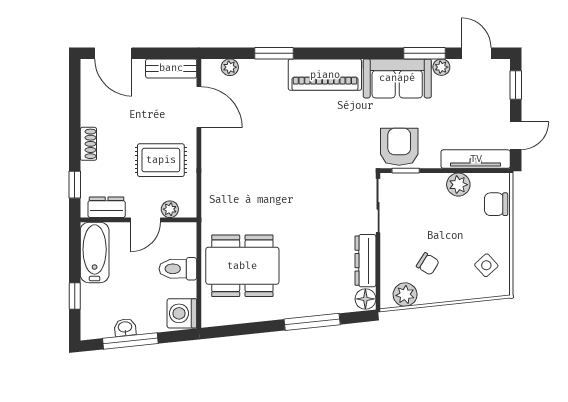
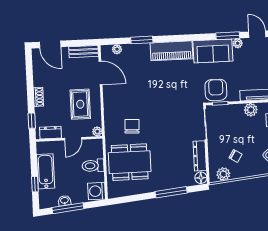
rug: (161, 160) -> (80, 104), turned 90
chair: (250, 203) -> (132, 126), added
plant: (170, 209) -> (97, 131), moved
bathtub: (95, 252) -> (46, 171), moved

